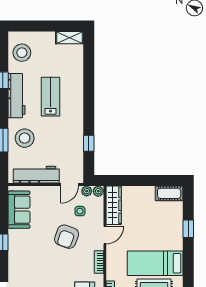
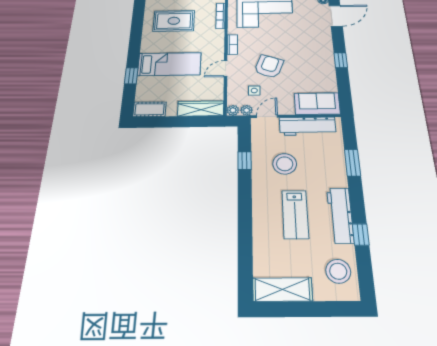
shelving: (69, 38) -> (282, 290), width x1.50, depth x1.33
stool: (25, 138) -> (285, 164), moved
wardrobe: (114, 205) -> (201, 109), moved, turned 90
sofa: (19, 210) -> (317, 104), moved, turned 90
bed: (155, 263) -> (169, 64), moved

